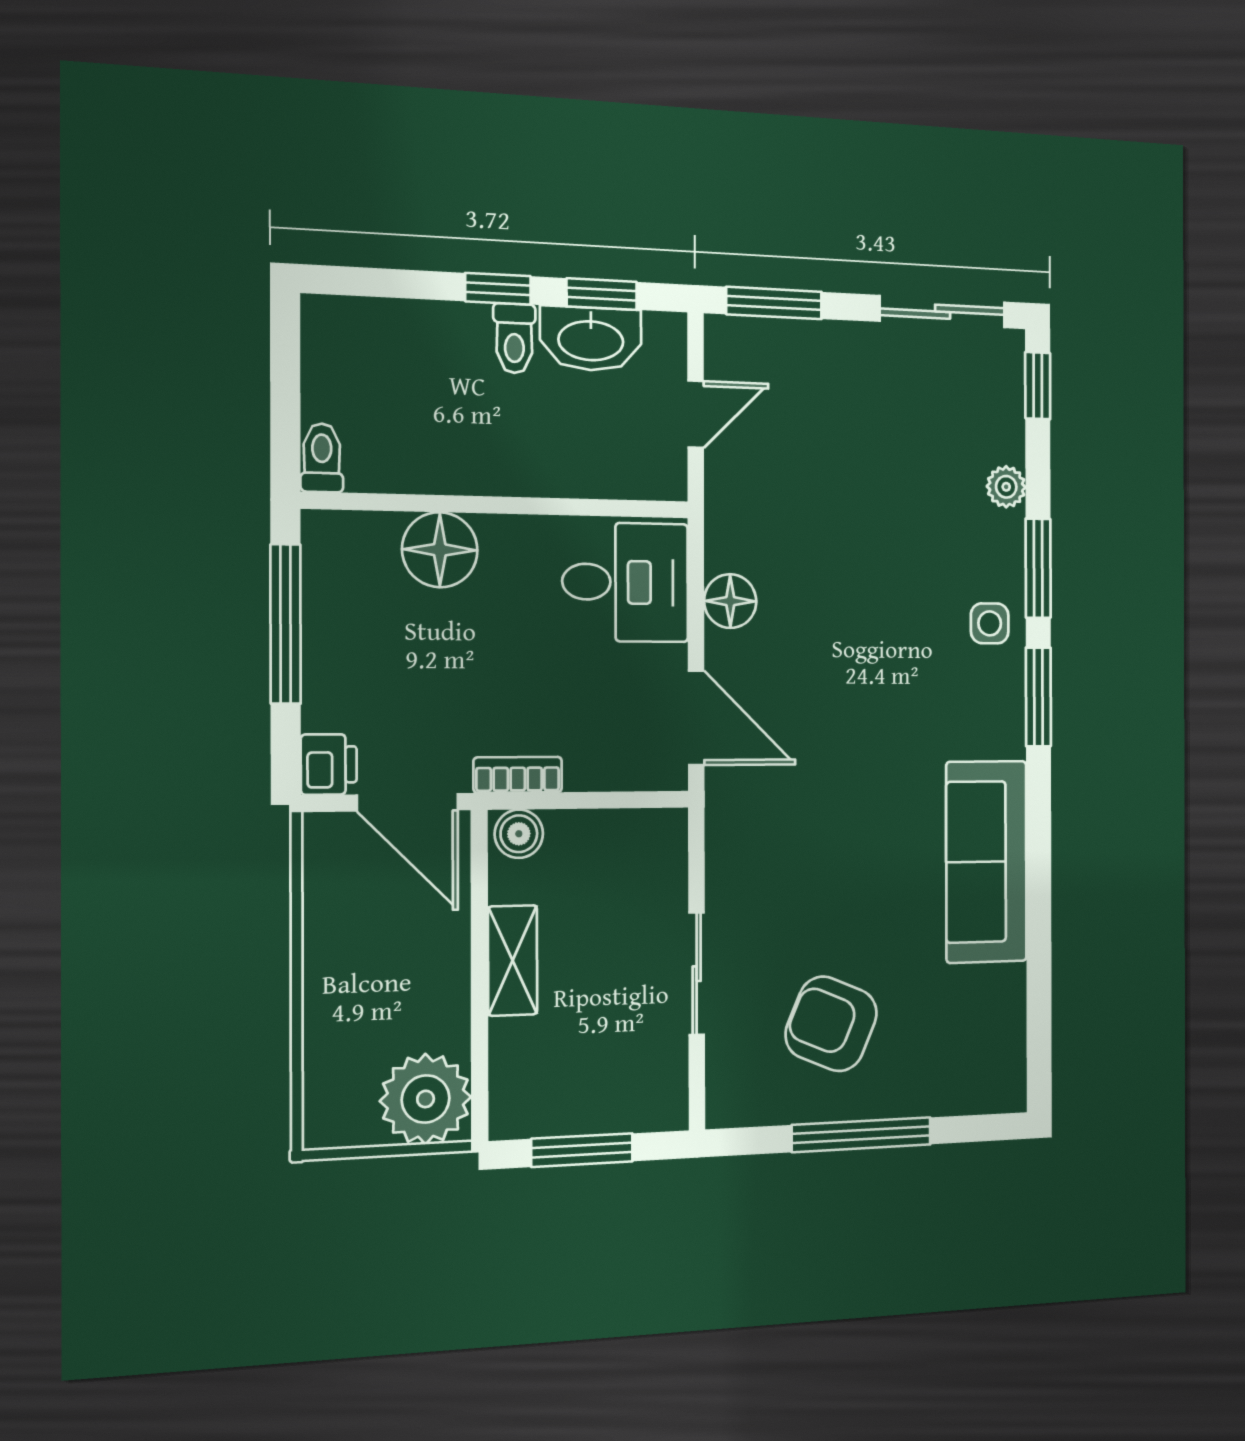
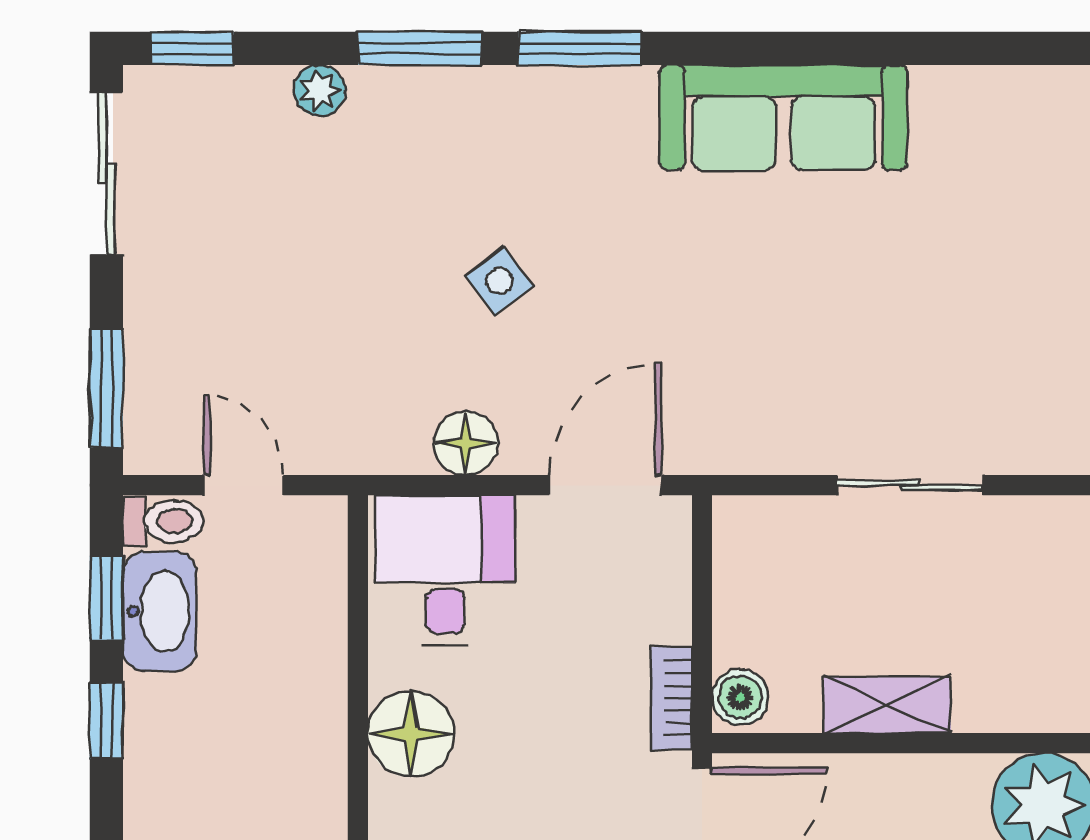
toilet: (514, 338) -> (163, 521), moved
floor lamp: (440, 550) -> (411, 734), moved
side table: (990, 623) -> (499, 281), moved, turned -37
armchair: (831, 1024) -> (976, 318), removed

